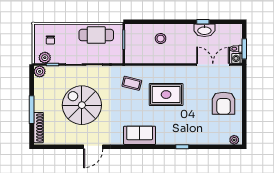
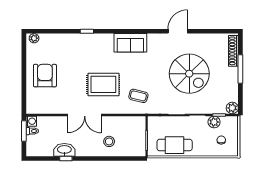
plant: (45, 58) -> (214, 122), moved
double door: (213, 65) -> (85, 115), moved

